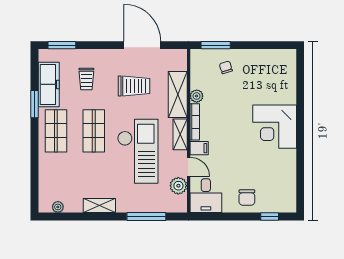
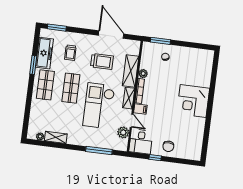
checkout: (138, 151) -> (99, 106), turned 180
shelving: (99, 206) -> (56, 137), moved
window: (270, 217) -> (155, 158), moved

